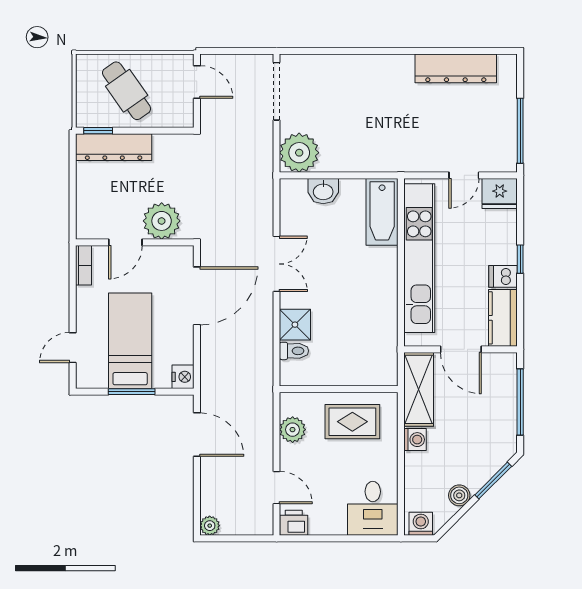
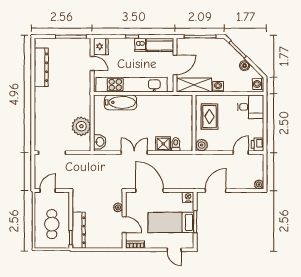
cafe table: (127, 91) -> (52, 224), turned -55
plant: (299, 153) -> (81, 126), moved
washbasin: (323, 191) -> (100, 142), moved
bathtub: (382, 212) -> (120, 102), moved
plant: (162, 221) -> (118, 207), width x0.53, depth x0.53
plant: (293, 430) -> (202, 145), moved

